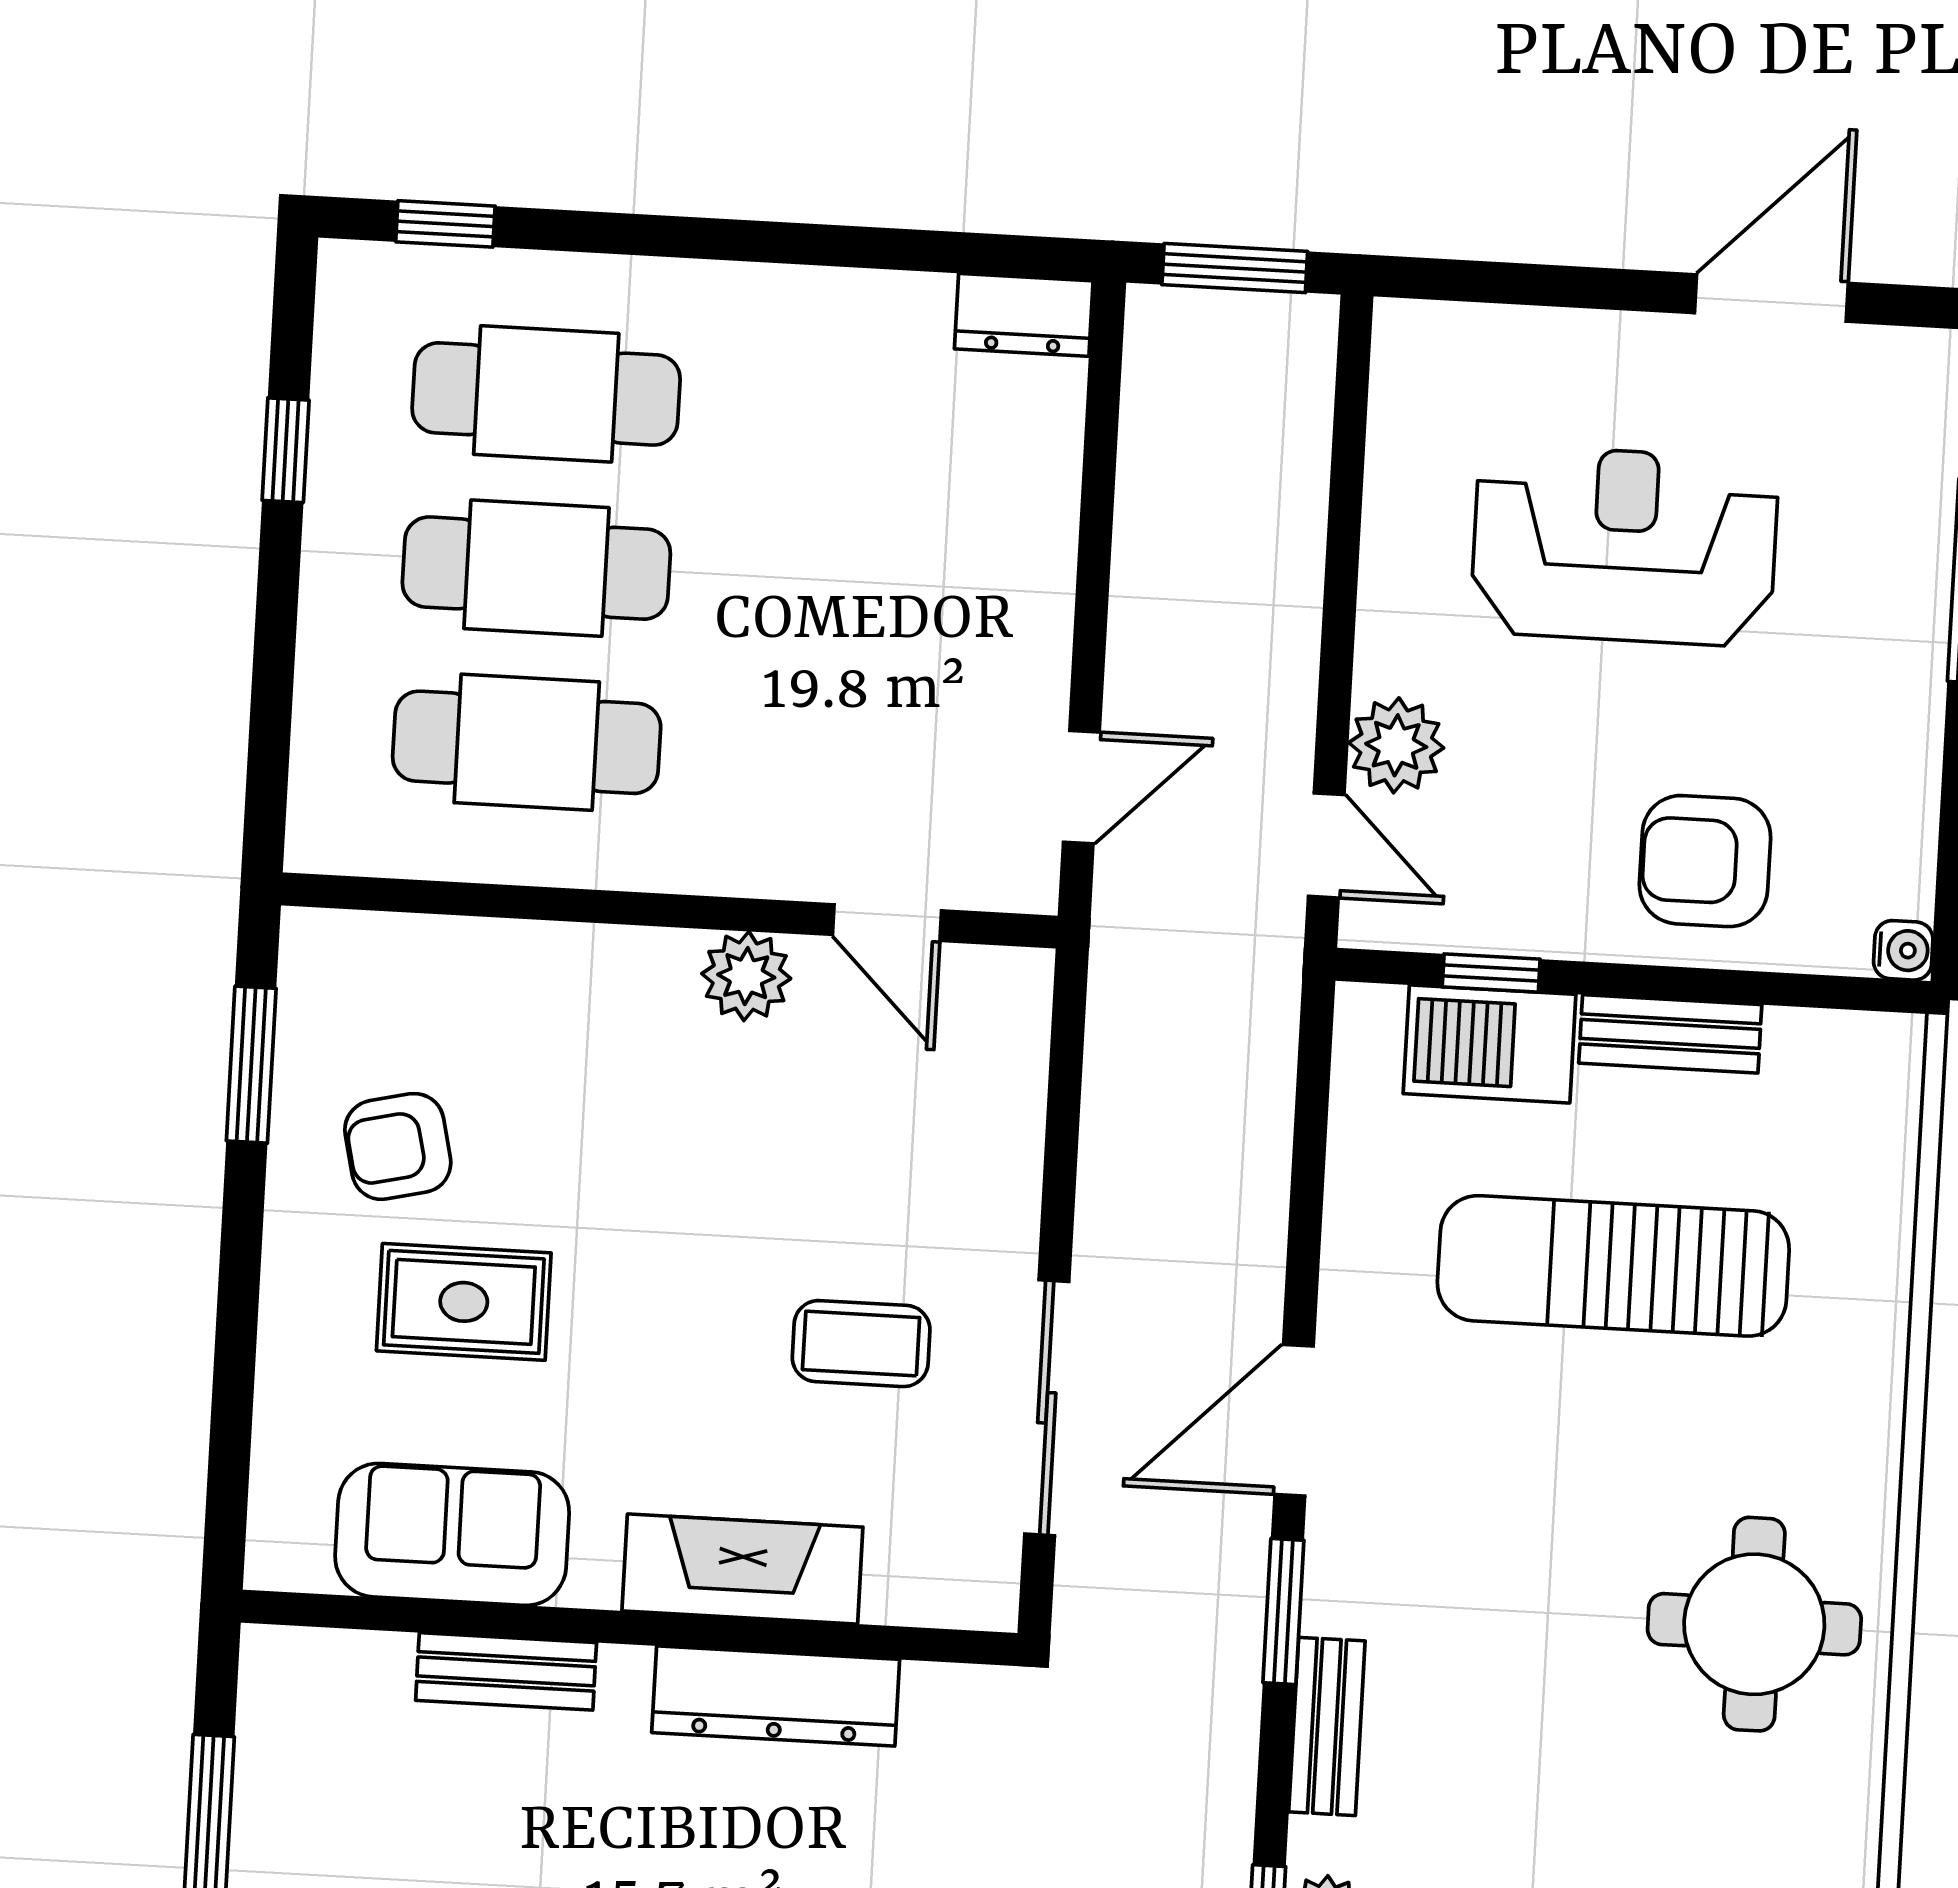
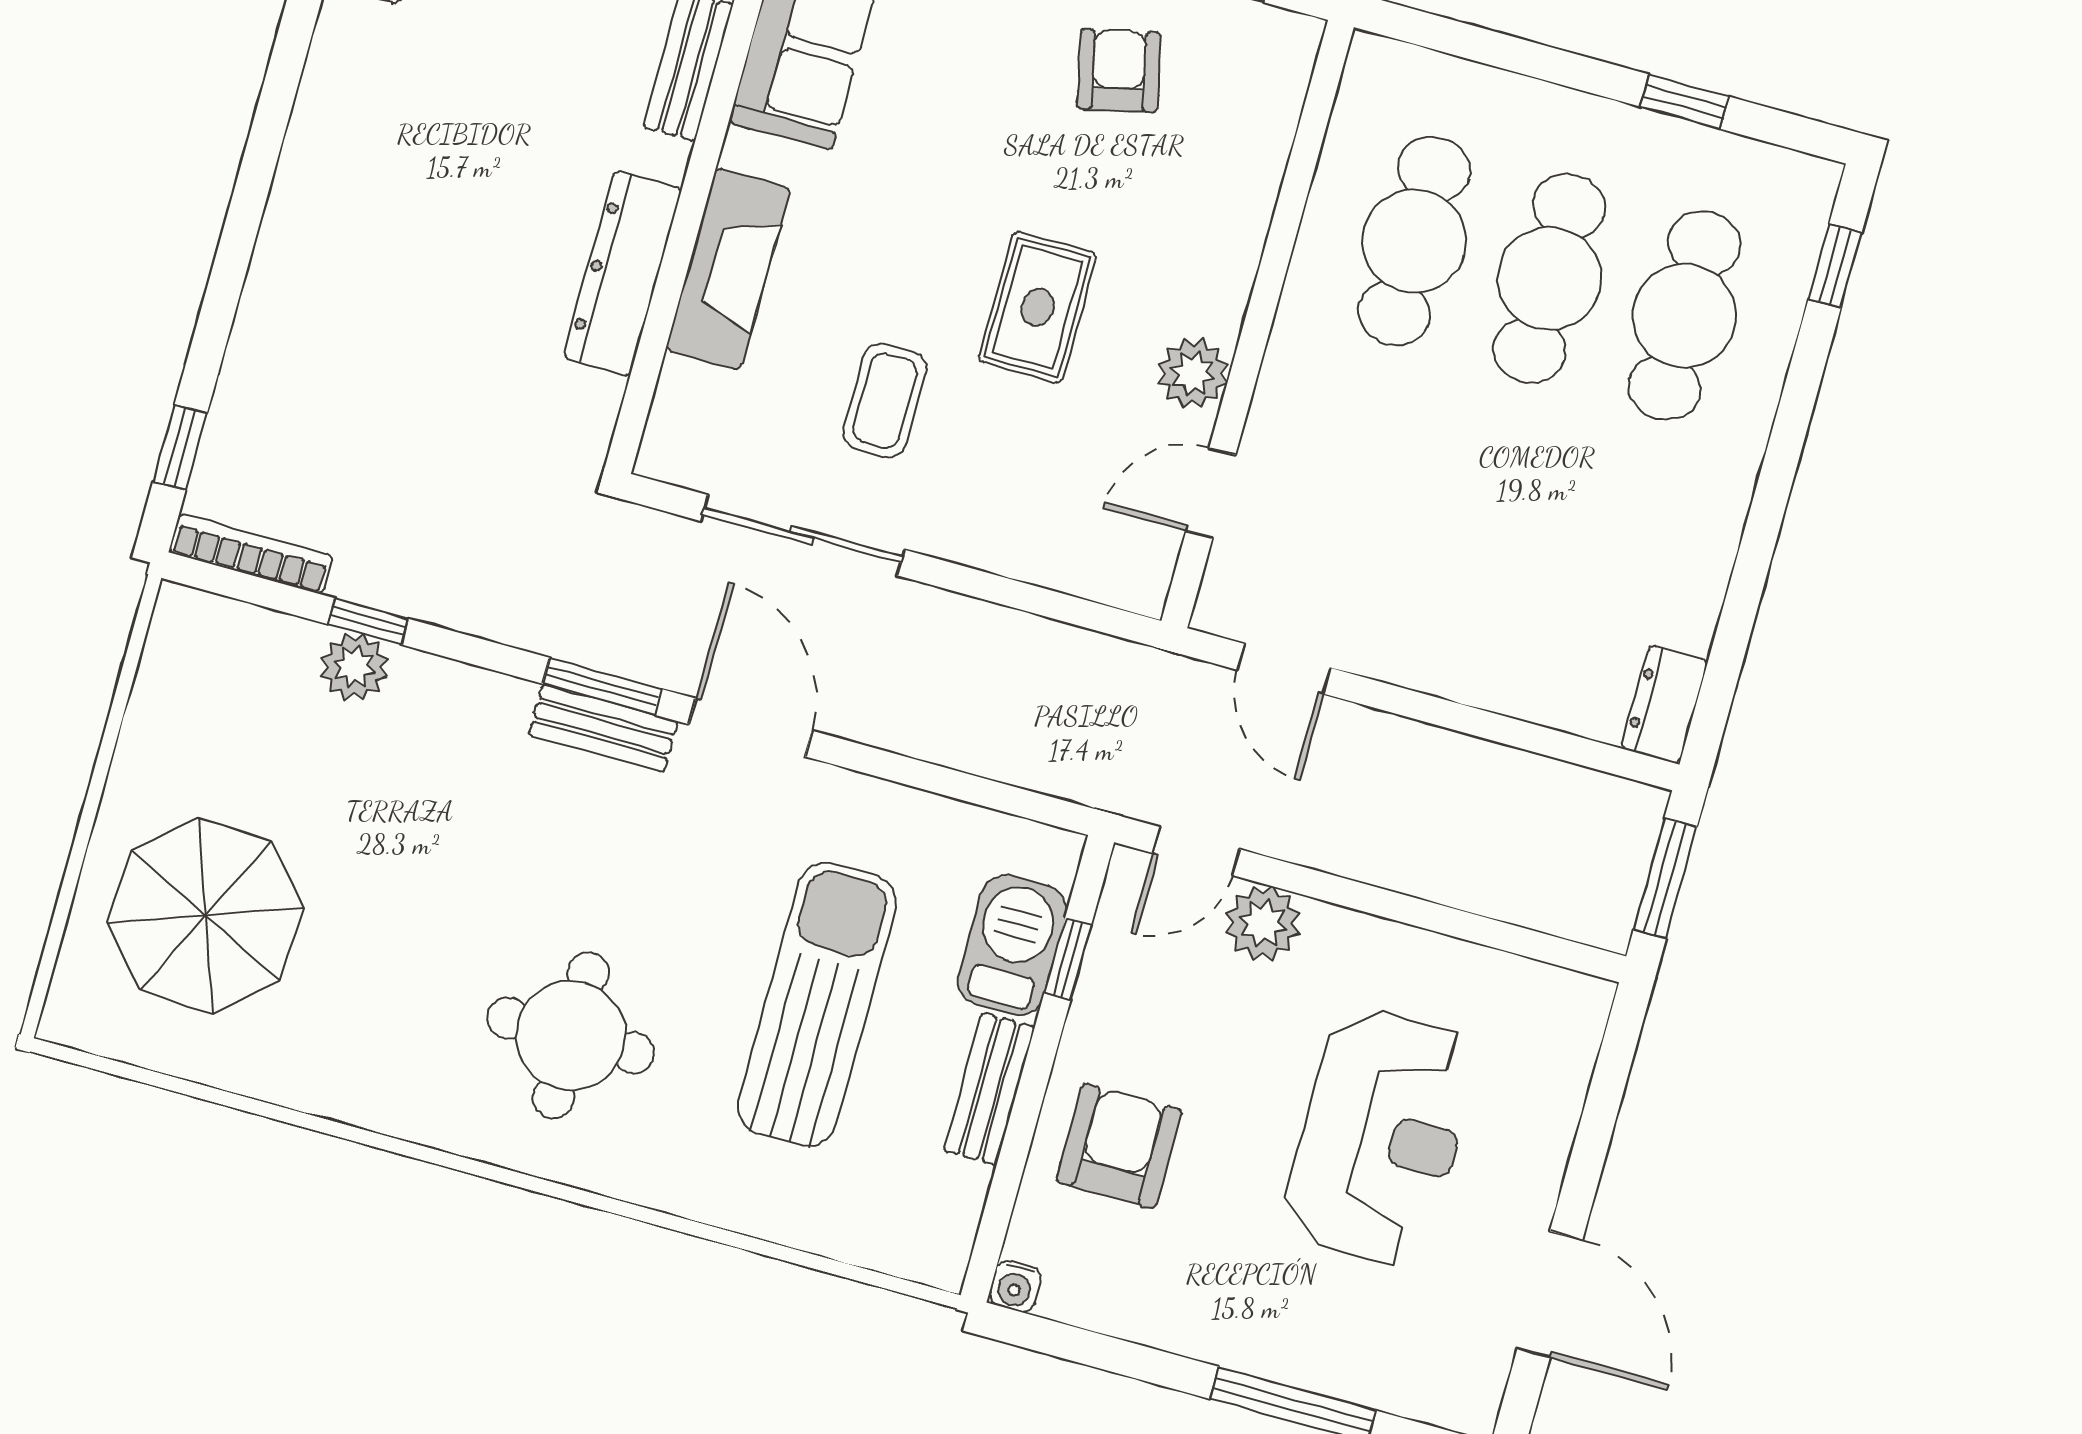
rug: (464, 1302) -> (1038, 307), moved
round table: (1754, 1624) -> (571, 1035), moved
bench: (1327, 1726) -> (603, 728), moved

